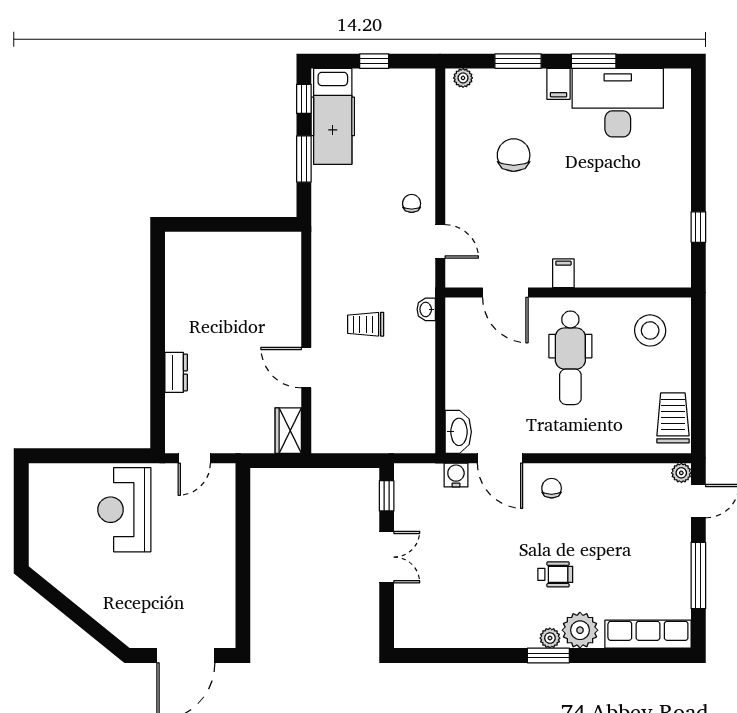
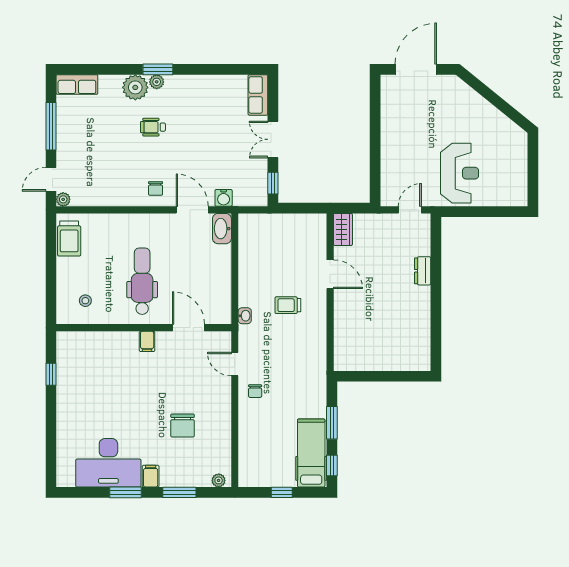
trolley: (366, 324) -> (288, 305), turned 180
stool: (650, 330) -> (85, 301), width x0.53, depth x0.53
row of seats: (408, 620) -> (258, 95), added
row of seats: (648, 634) -> (77, 85), width x0.68

